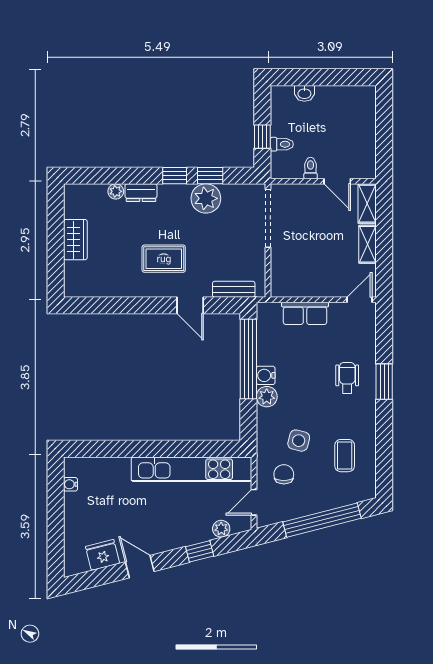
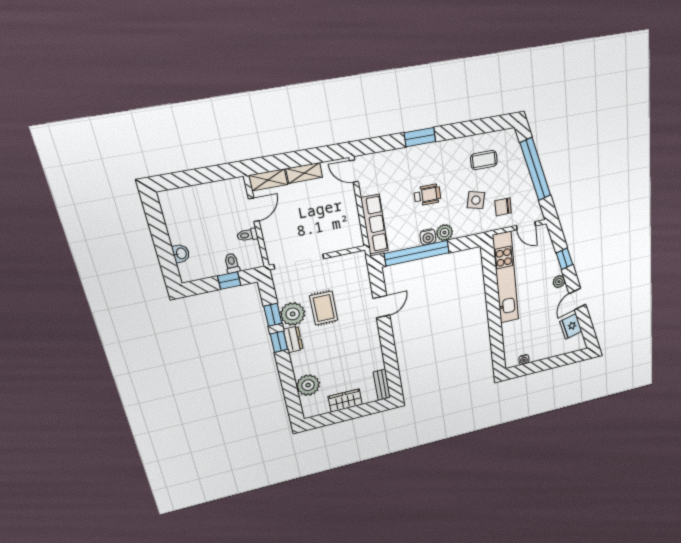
plant: (116, 191) -> (308, 385), width x1.88, depth x1.88
dresser: (141, 193) -> (293, 339), moved
rug: (164, 259) -> (324, 308), moved
bench: (234, 289) -> (382, 385), moved
row of seats: (305, 313) -> (375, 224), width x1.48
wheelchair: (347, 378) -> (427, 195), moved, turned 180
plant: (221, 529) -> (559, 282), moved

